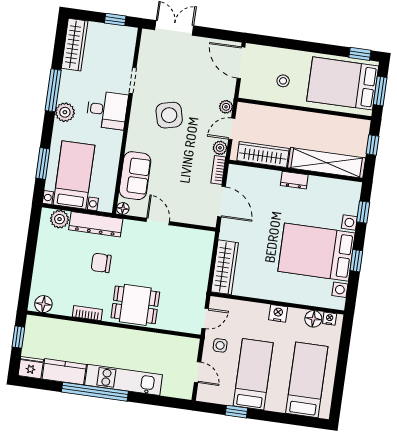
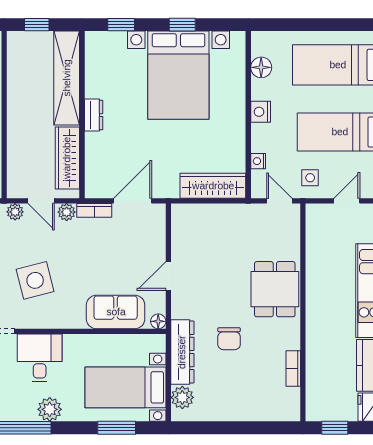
floor lamp: (43, 304) -> (290, 403), removed
bookcase: (87, 313) -> (293, 368), moved
nightstand: (330, 319) -> (258, 161), moved

